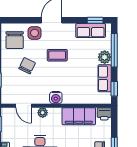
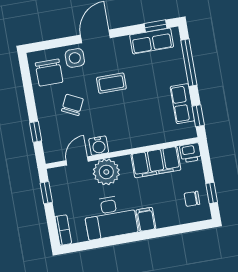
plant: (105, 57) -> (177, 74), removed
water cooler: (56, 98) -> (99, 146), moved
door: (24, 106) -> (77, 161), swing flipped
plant: (43, 113) -> (106, 172), width x1.88, depth x1.88

